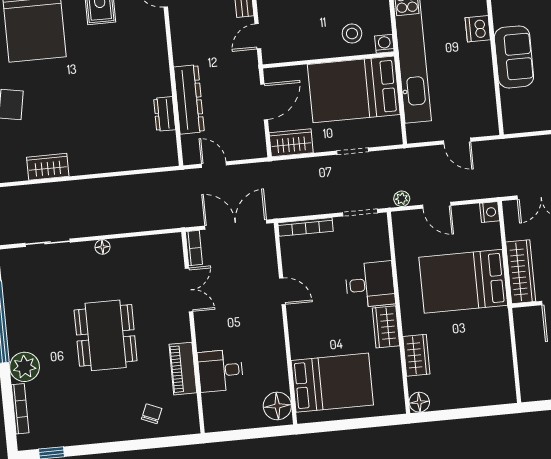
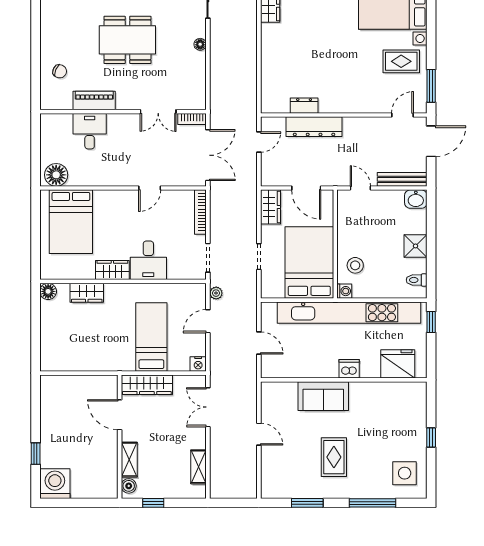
door: (457, 141) -> (259, 343), swing flipped
bed: (463, 281) -> (151, 337), width x0.67

